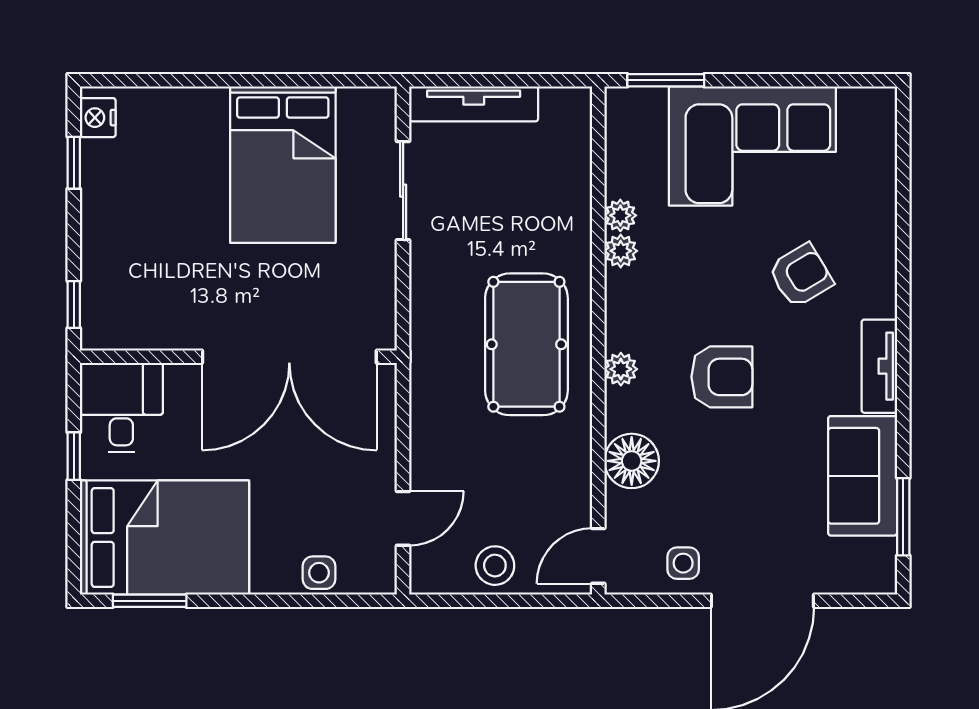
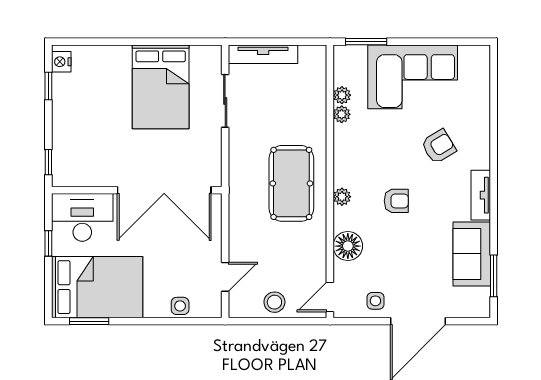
plant: (621, 251) -> (342, 95), moved
armchair: (722, 377) -> (396, 201), width x0.72, depth x0.72
desk: (121, 408) -> (82, 217), width x1.37

